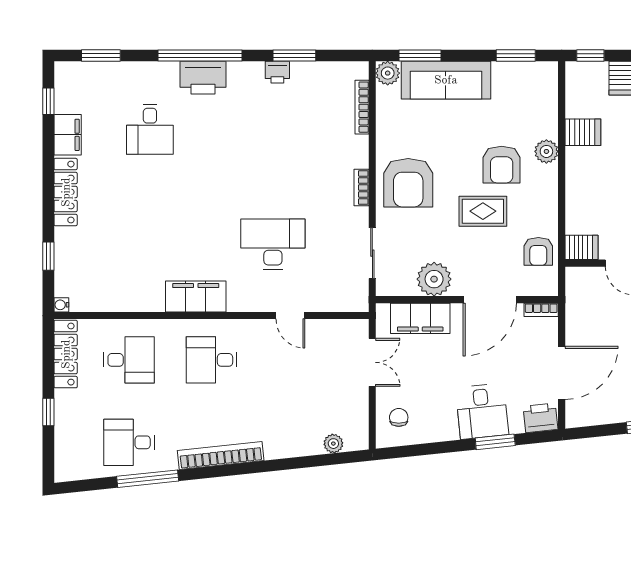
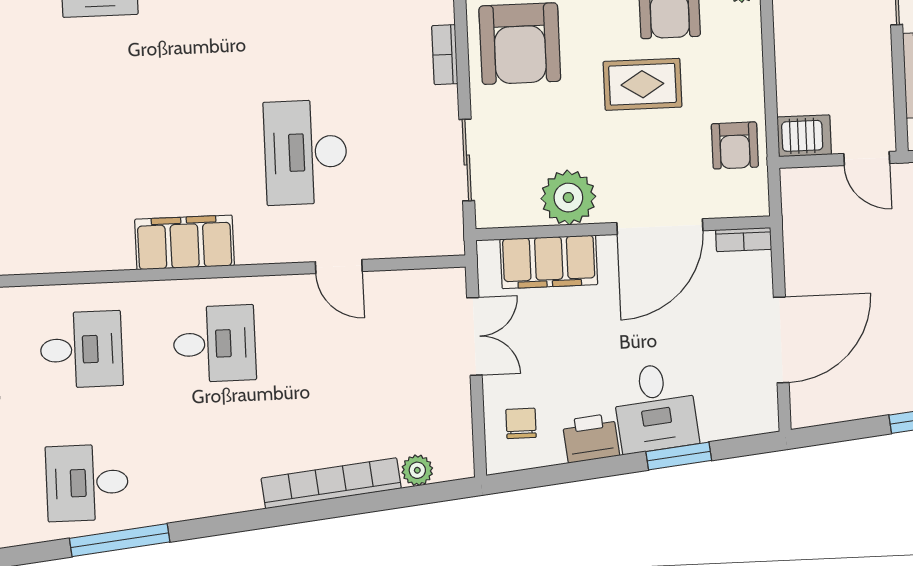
desk: (273, 244) -> (306, 152), turned -90
desk: (211, 360) -> (214, 344), turned 180
printer: (540, 418) -> (591, 438), moved
bookcase: (221, 456) -> (331, 483), moved

